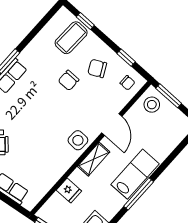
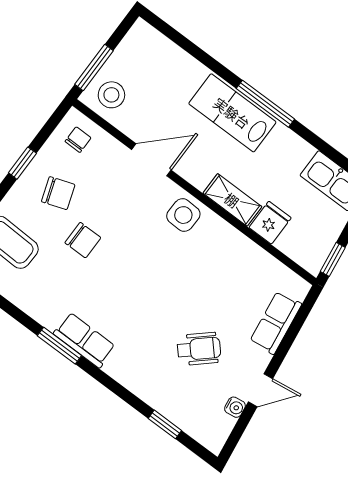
window: (126, 58) -> (22, 163), moved
chair: (97, 68) -> (58, 193), turned -82
shelving: (94, 159) -> (232, 200), moved

